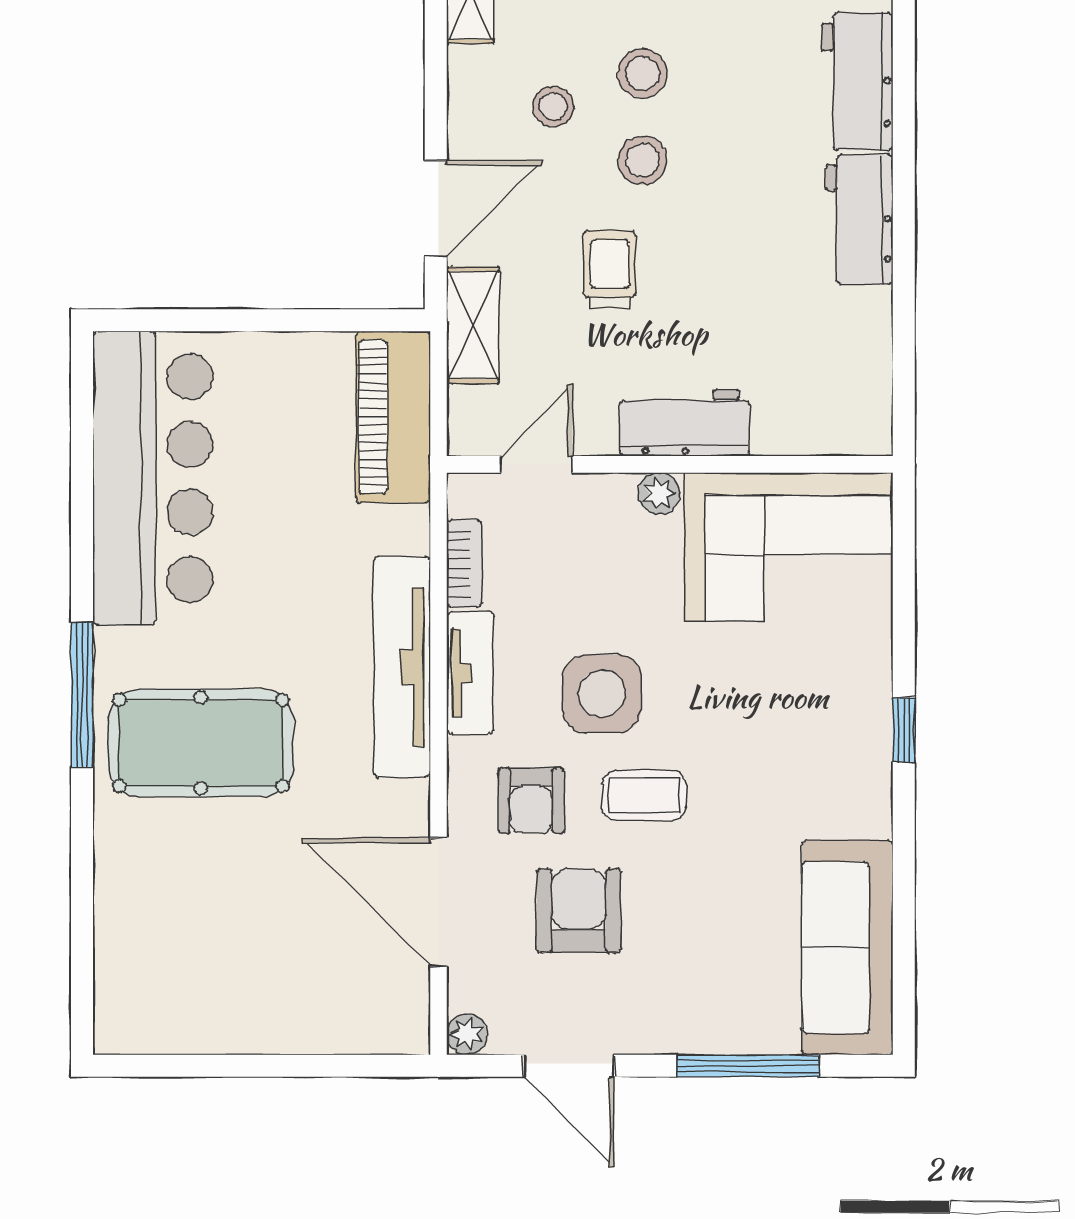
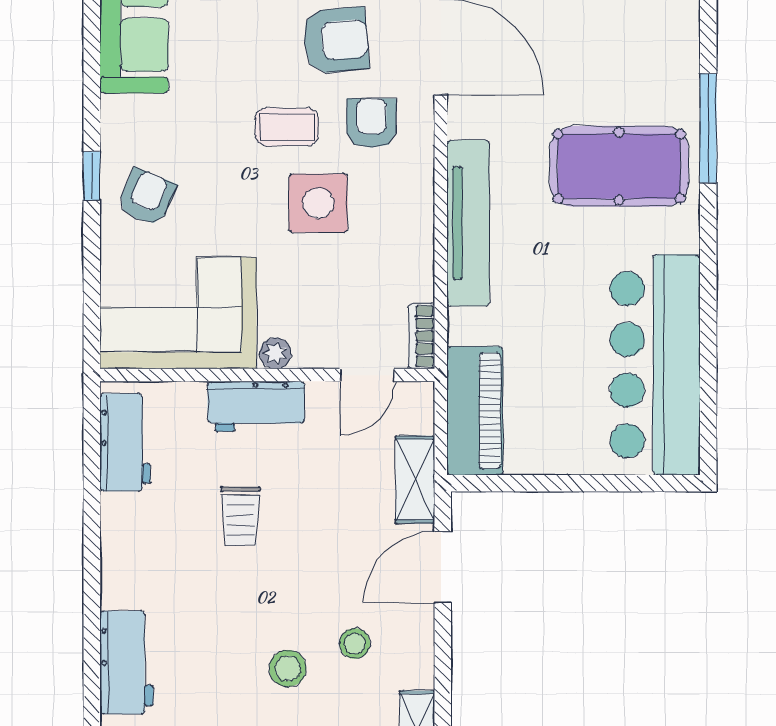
stool: (643, 160) -> (288, 603), removed
workbench: (859, 219) -> (125, 442), moved
trolley: (610, 270) -> (241, 516), moved
bookcase: (464, 564) -> (422, 336), moved
tv unit: (470, 673) -> (417, 219), removed
window: (82, 695) -> (708, 128), moved
armchair: (831, 701) -> (147, 197), added
armchair: (579, 911) -> (336, 40), turned -95

